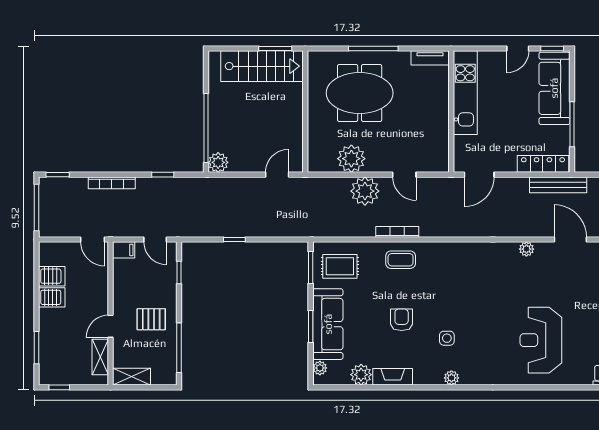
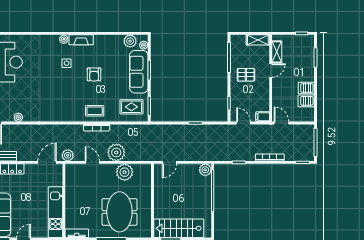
meeting table: (360, 93) -> (119, 212), turned 90
plant: (445, 186) -> (68, 155), added
plant: (361, 375) -> (130, 41), moved
fireplace: (393, 377) -> (81, 40), moved

